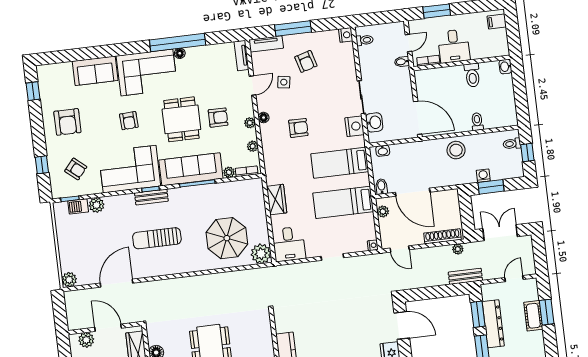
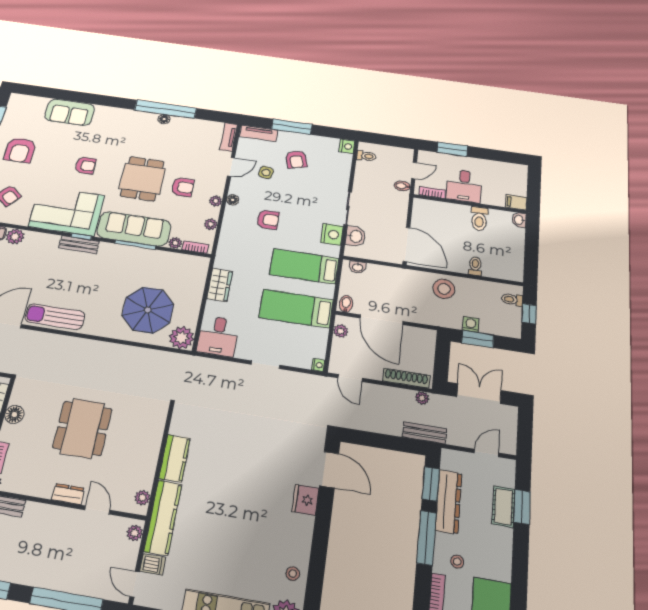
filing cabinet: (497, 22) -> (516, 202), moved
corner sofa: (147, 72) -> (123, 127), removed
armchair: (129, 121) -> (85, 165), turned -87
sun lounger: (157, 238) -> (55, 317), moved

